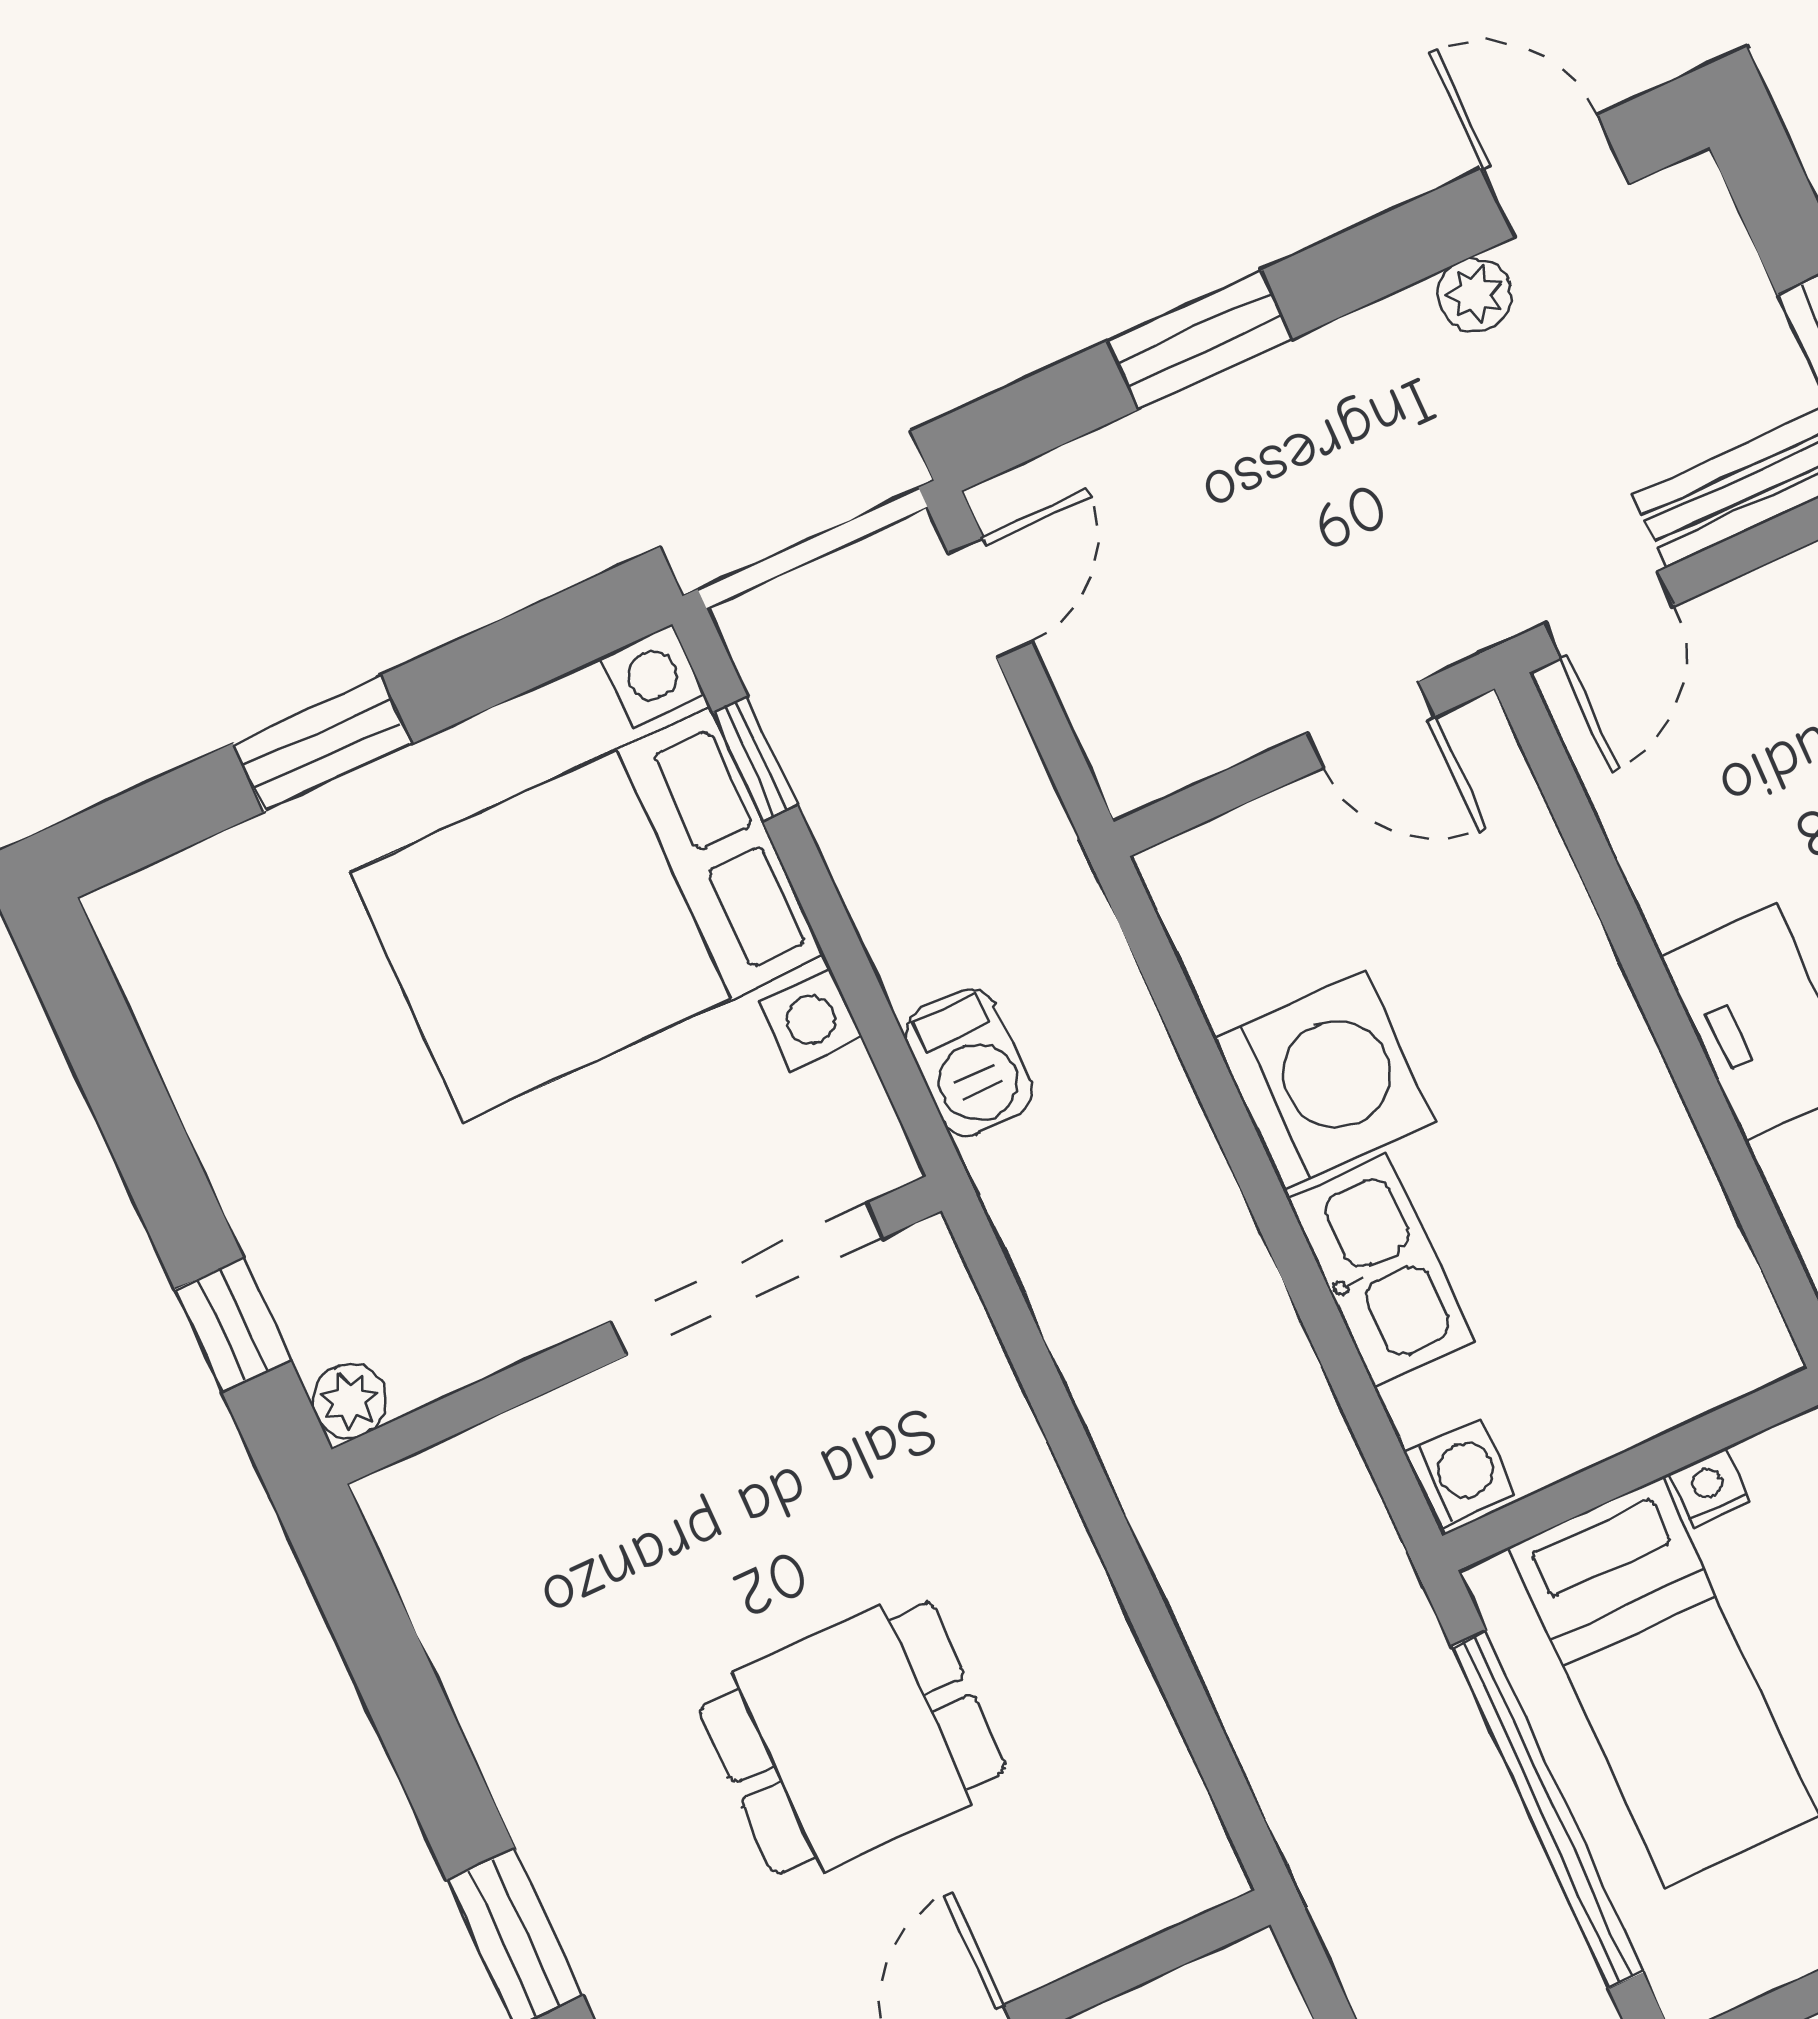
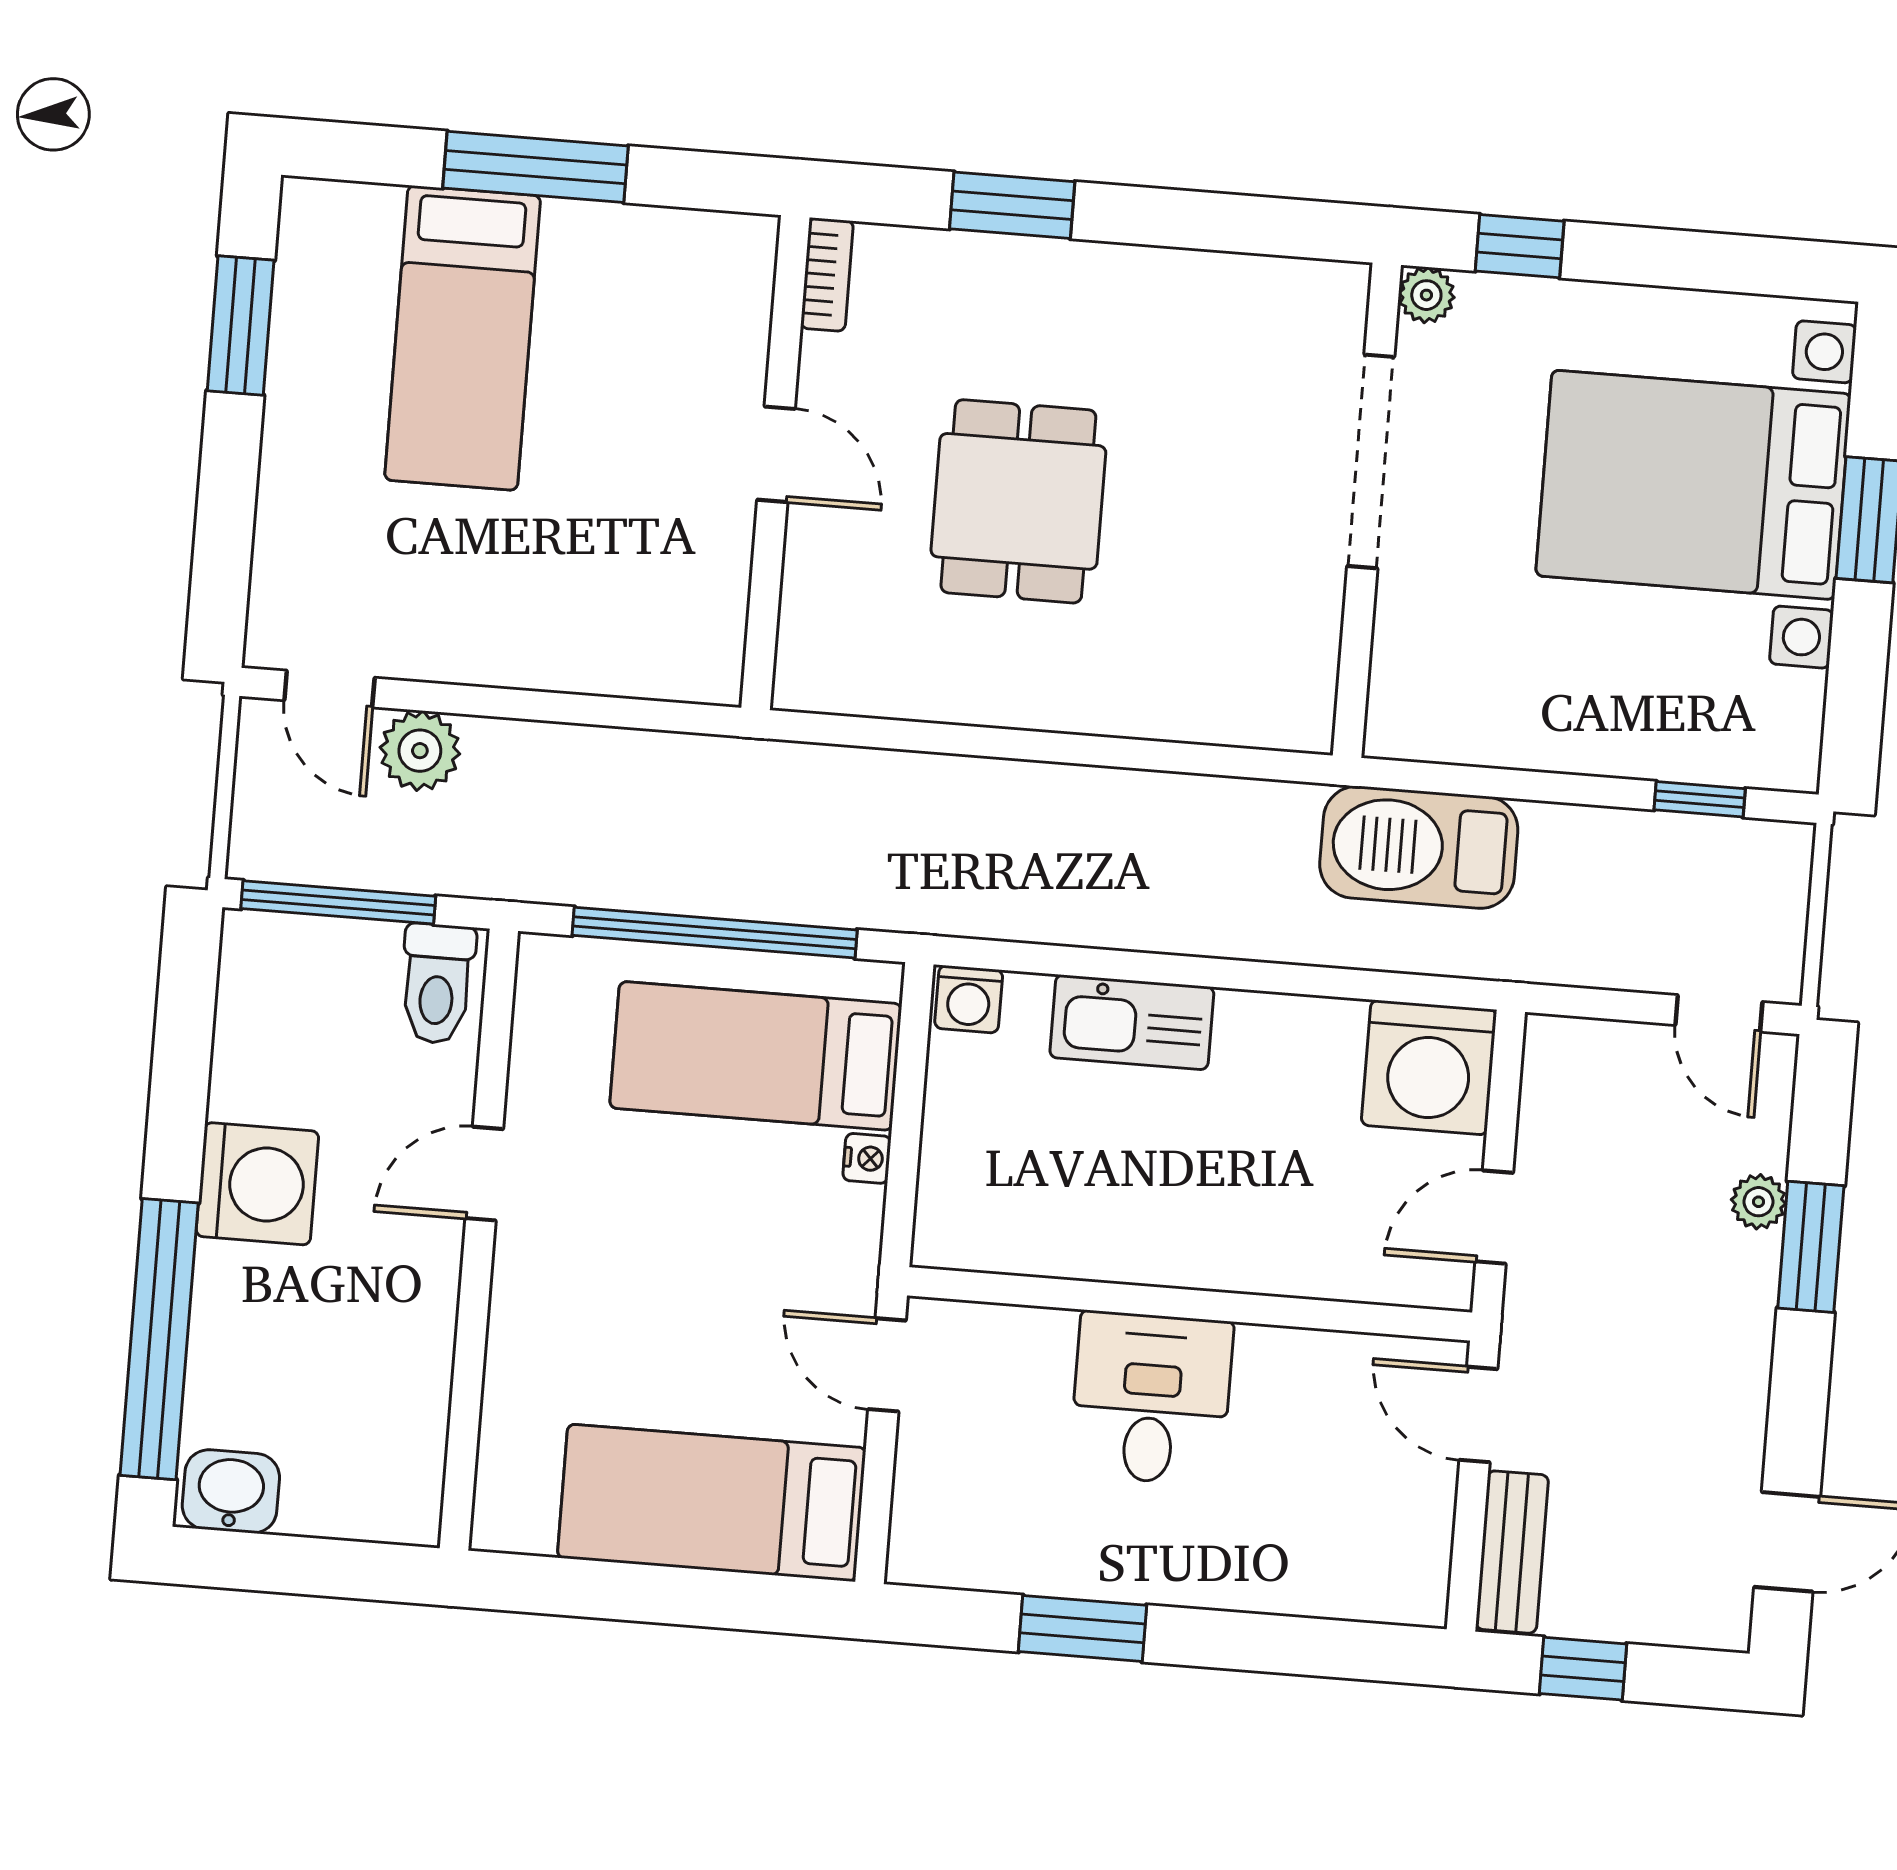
plant: (1475, 295) -> (1758, 1202), moved
bed with nightstands: (587, 914) -> (1693, 485), moved, turned -90
barbecue: (969, 1062) -> (1419, 847), width x1.88, depth x1.53
washing machine: (1324, 1080) -> (1429, 1067), moved
doorway: (747, 1279) -> (1371, 461), moved

